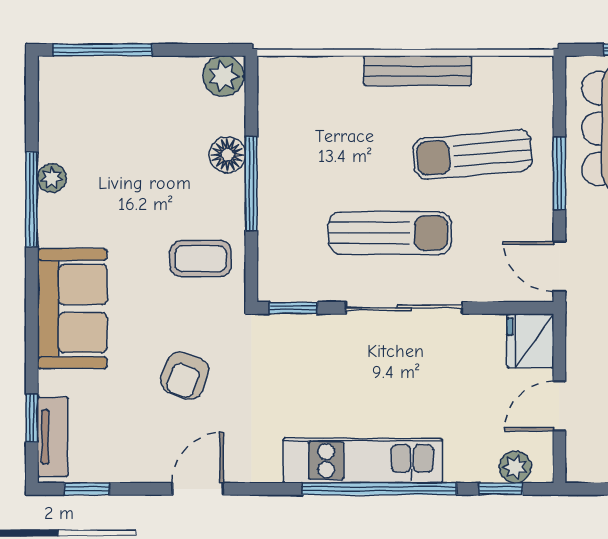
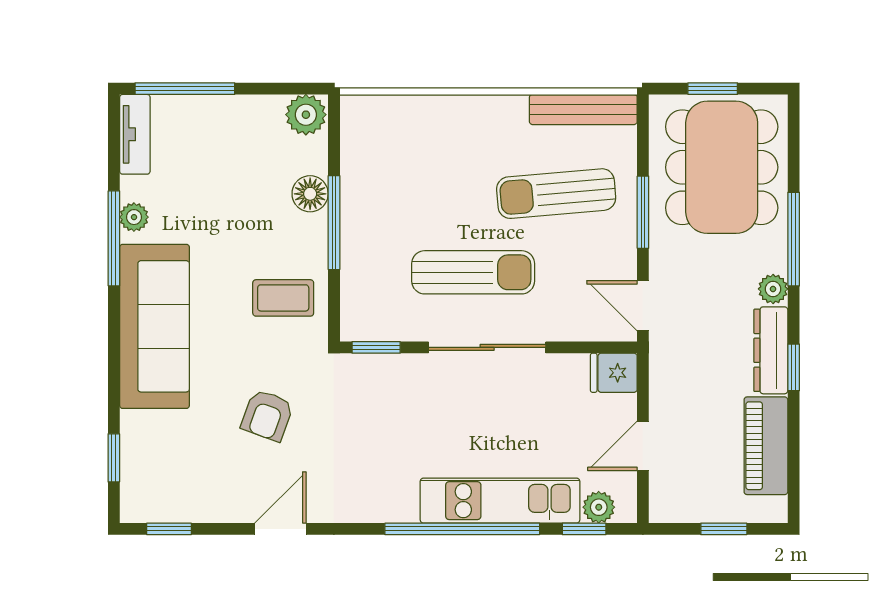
bench: (418, 71) -> (583, 109), moved
sofa: (72, 309) -> (154, 326), width x1.36
fridge: (530, 341) -> (614, 373), width x0.72
tv unit: (53, 437) -> (135, 134), moved
kitchen unit: (363, 461) -> (500, 501), moved

